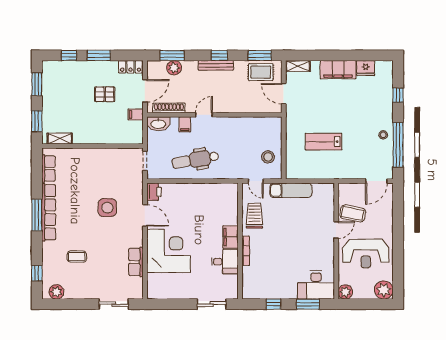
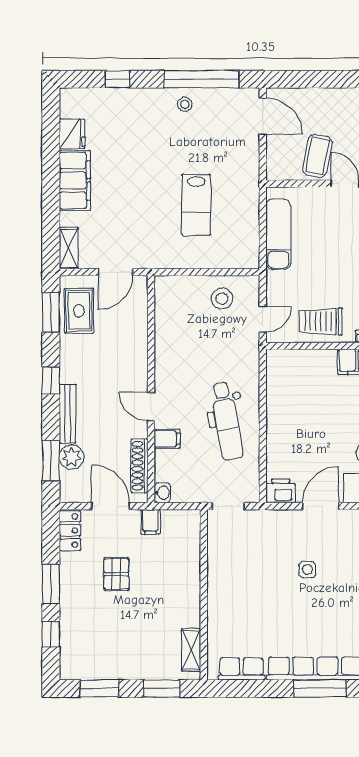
bench: (216, 65) -> (68, 414), moved
washbasin: (158, 124) -> (162, 493), width x0.52, depth x0.69
exam couch: (291, 190) -> (278, 234), moved
side table: (107, 208) -> (307, 570), width x0.54, depth x0.54

